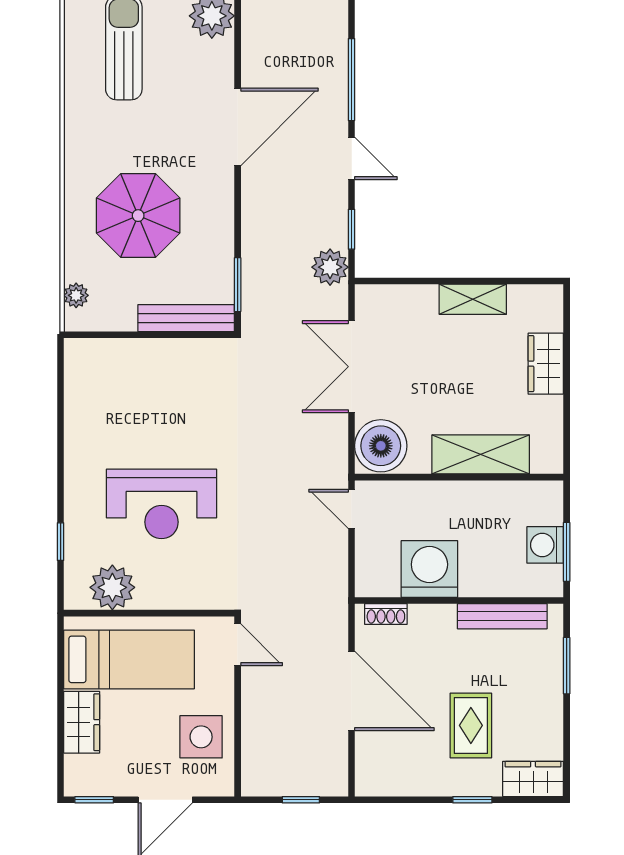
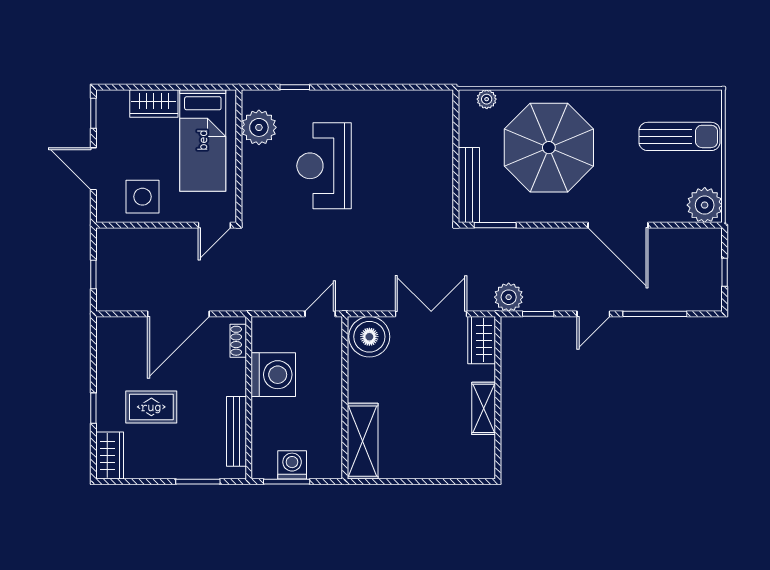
parasol: (138, 216) -> (549, 148), width x1.36, depth x1.36
wardrobe: (546, 364) -> (482, 340), moved, turned -90
shelving: (481, 454) -> (363, 441), moved

